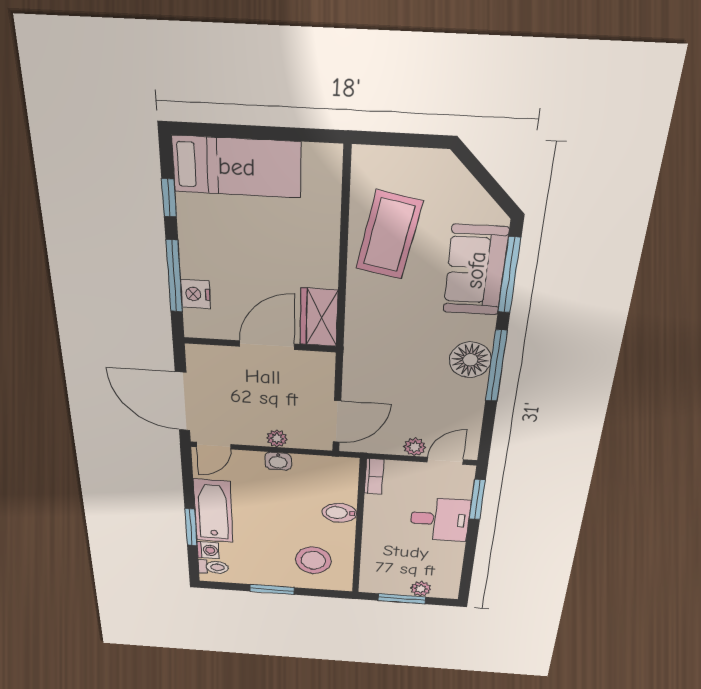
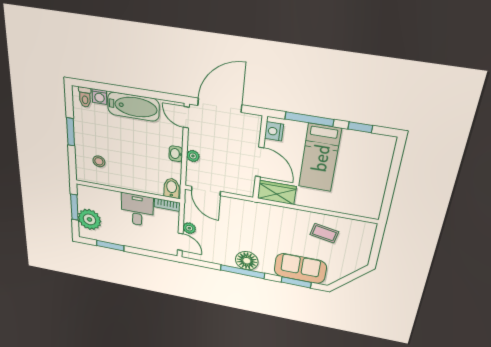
bed: (237, 167) -> (320, 158), moved
coffee table: (389, 235) -> (324, 233), width x0.54, depth x0.58
window: (509, 275) -> (296, 282), width x0.69
nightstand: (195, 294) -> (274, 131), moved, turned -90
window: (477, 500) -> (110, 246), moved
bidet: (339, 513) -> (172, 188), moved
desk: (440, 519) -> (137, 210), moved, turned 180
window: (191, 527) -> (118, 89), removed
stool: (313, 560) -> (99, 161), width x0.53, depth x0.53
plant: (421, 589) -> (89, 219), width x1.87, depth x1.87

